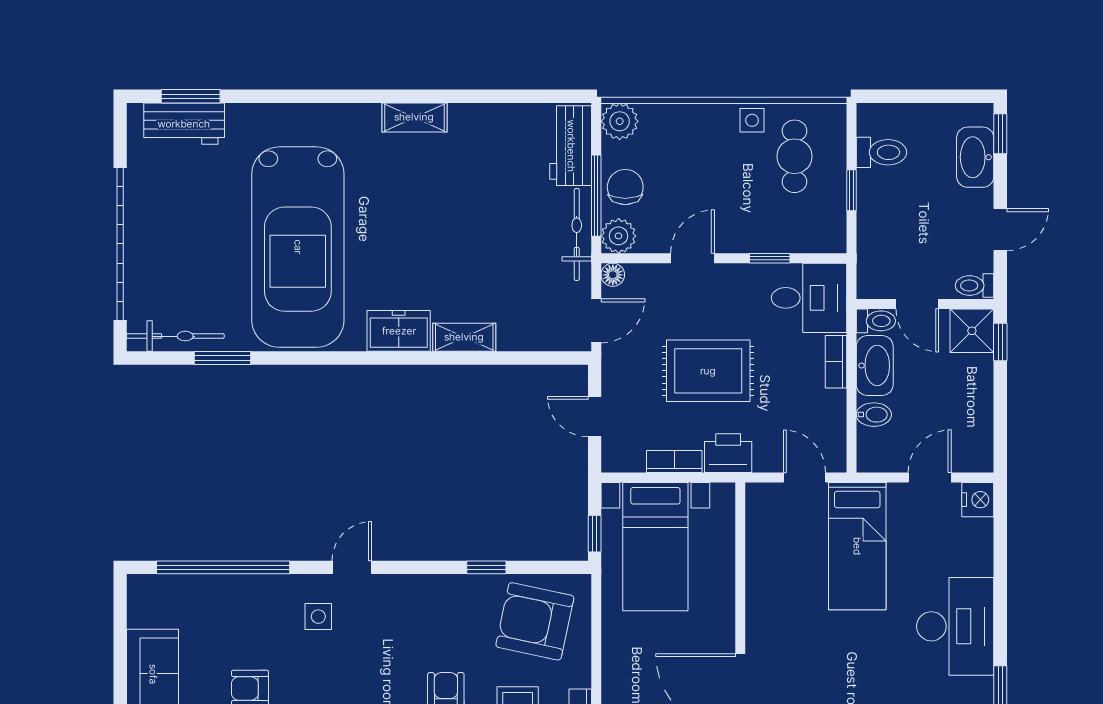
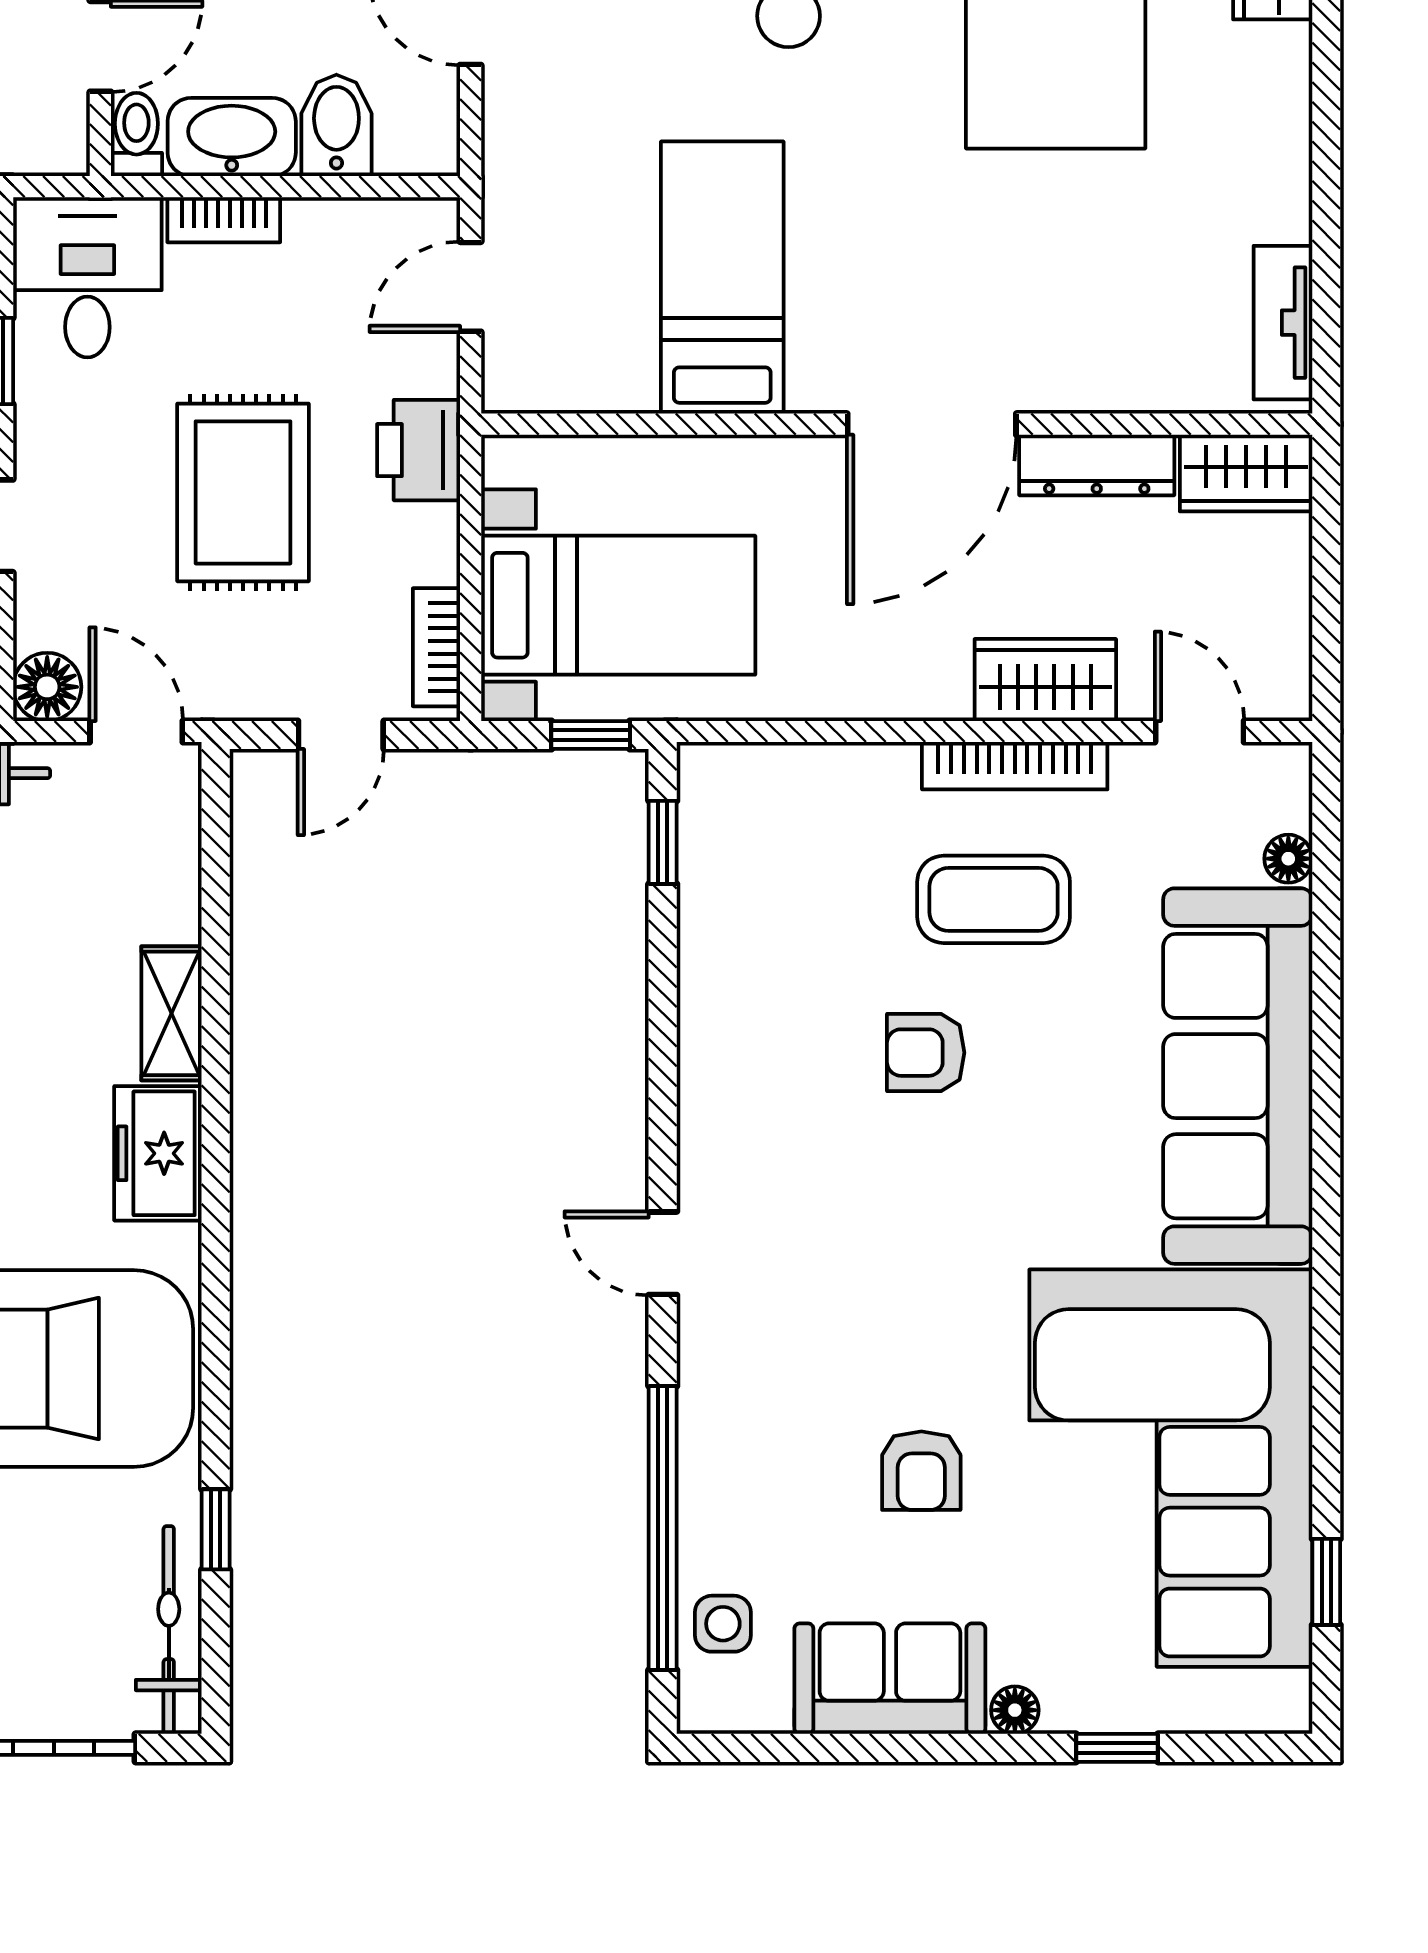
floor lamp: (613, 275) -> (47, 687), width x1.37, depth x1.37
window: (223, 358) -> (216, 1529), width x0.67
bidet: (874, 415) -> (336, 125), width x1.38, depth x1.36
bookcase: (674, 461) -> (436, 647), moved
bed: (857, 546) -> (722, 278), moved, turned -90
window: (486, 567) -> (663, 842), moved
side table: (318, 617) -> (723, 1624), moved
armchair: (535, 621) -> (778, 862), removed

